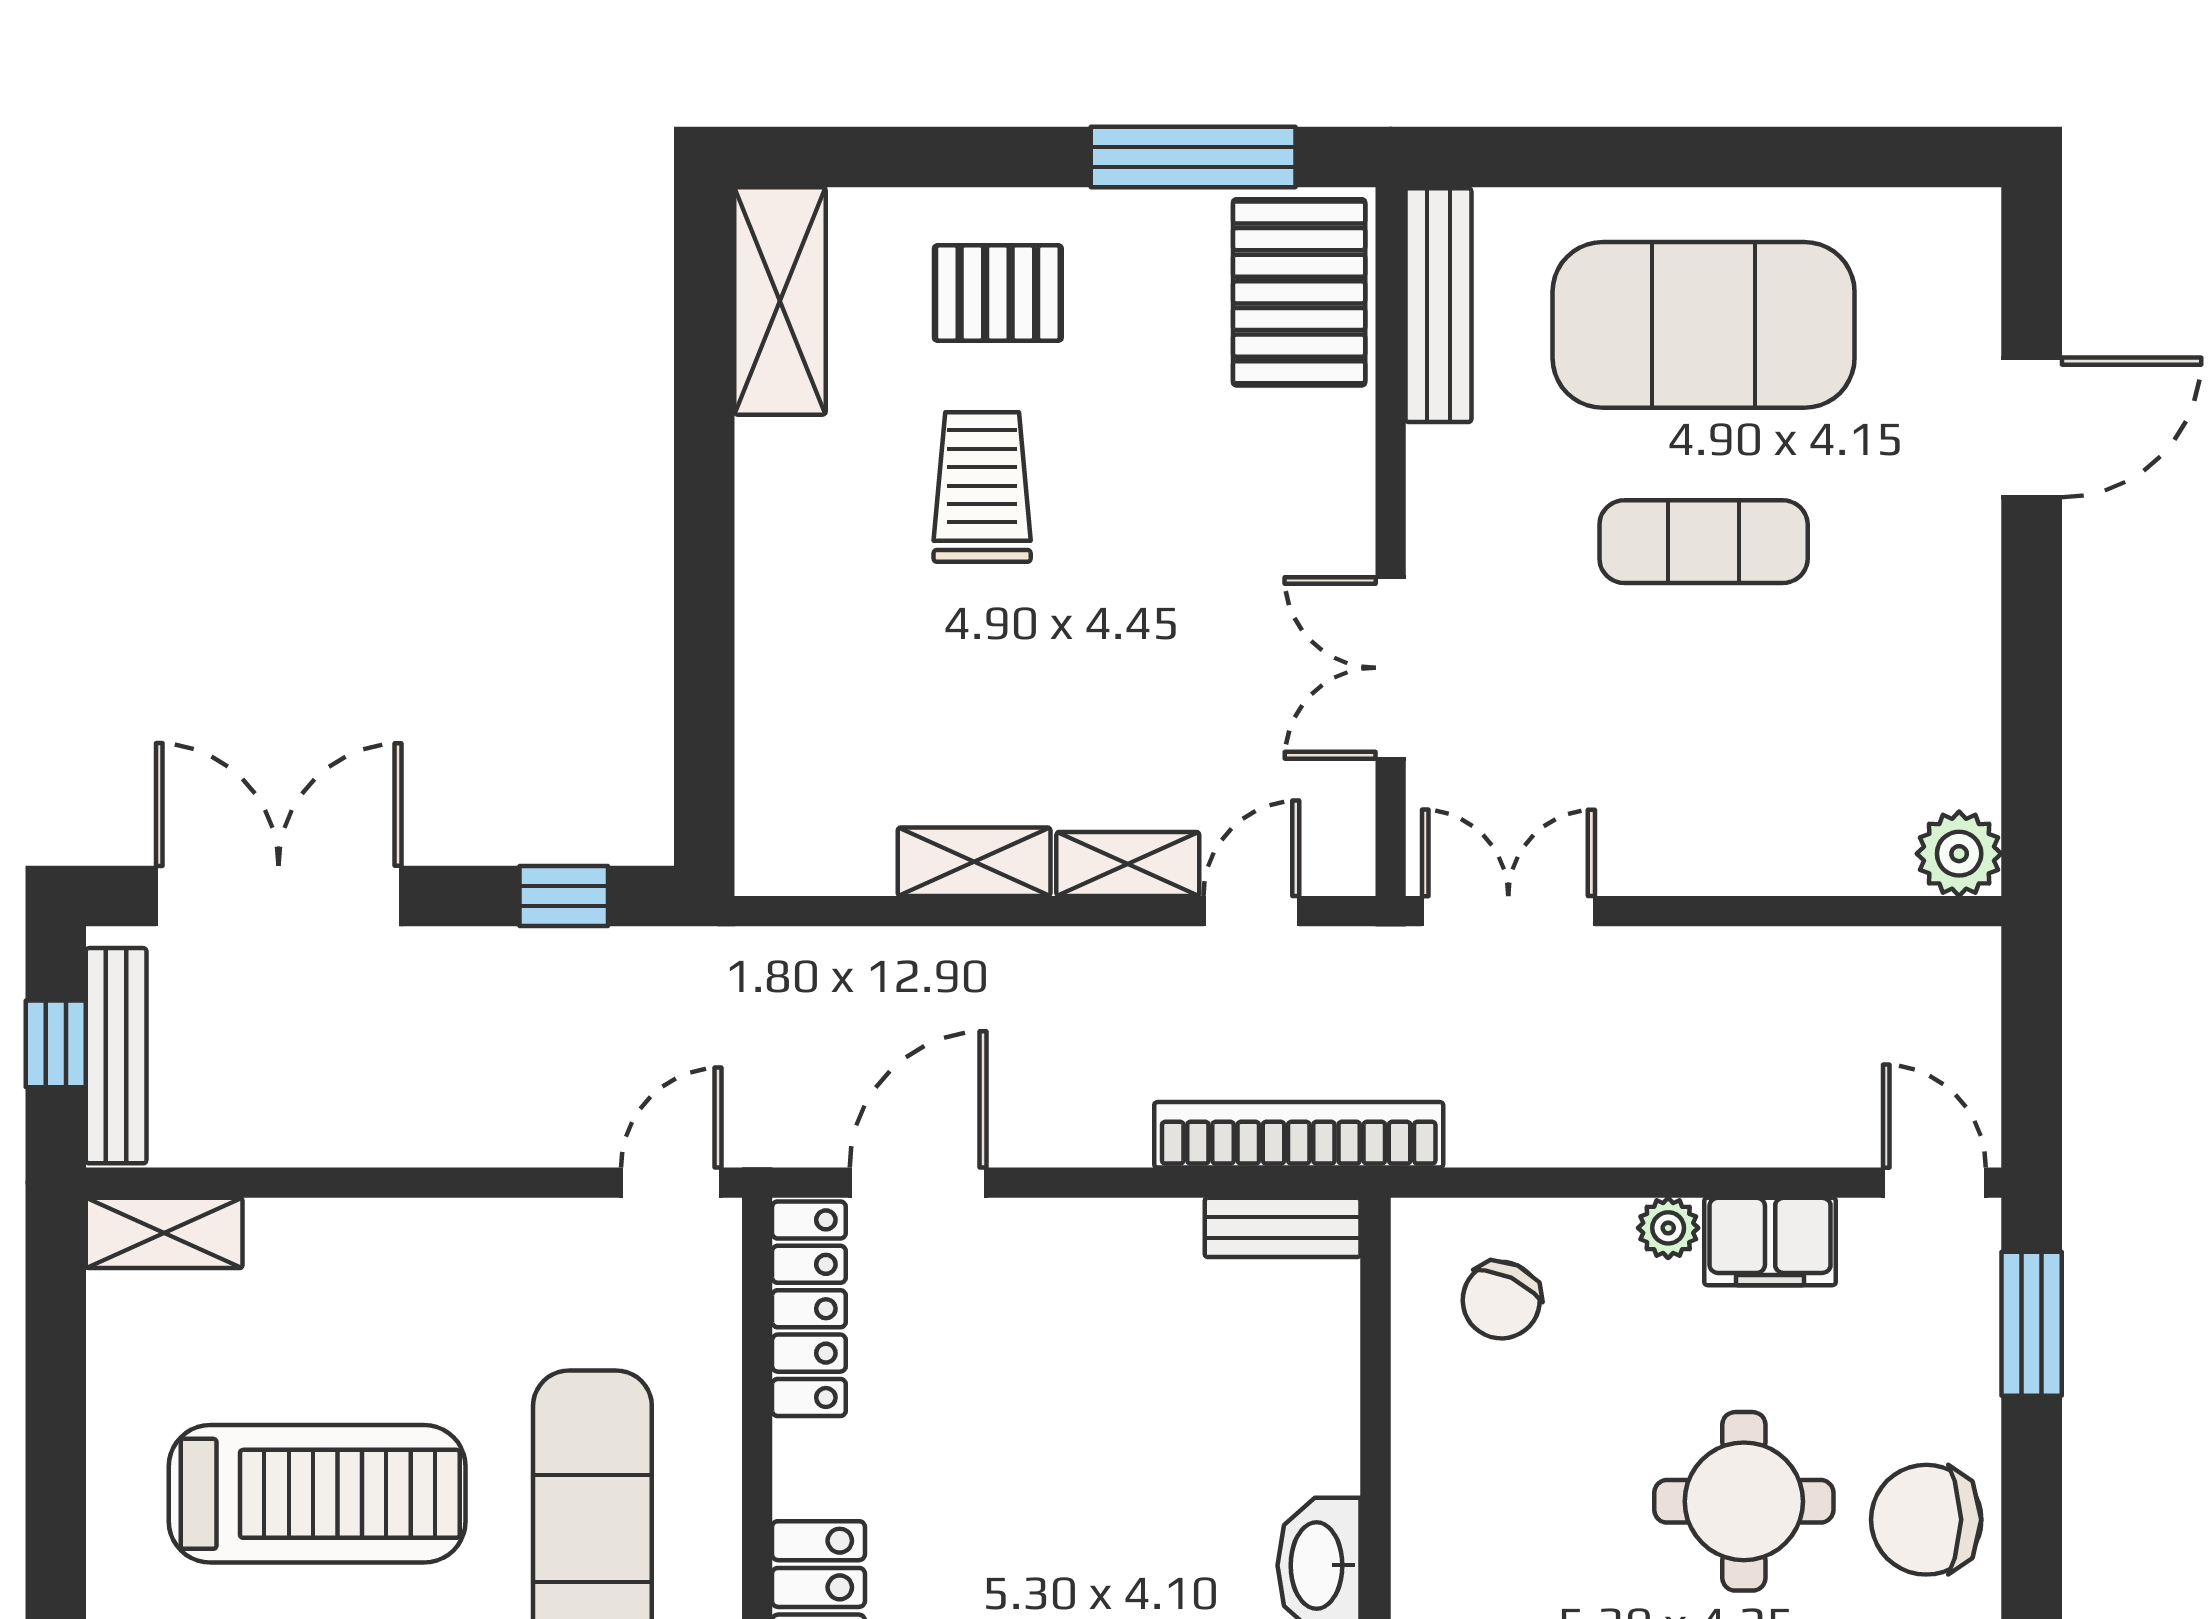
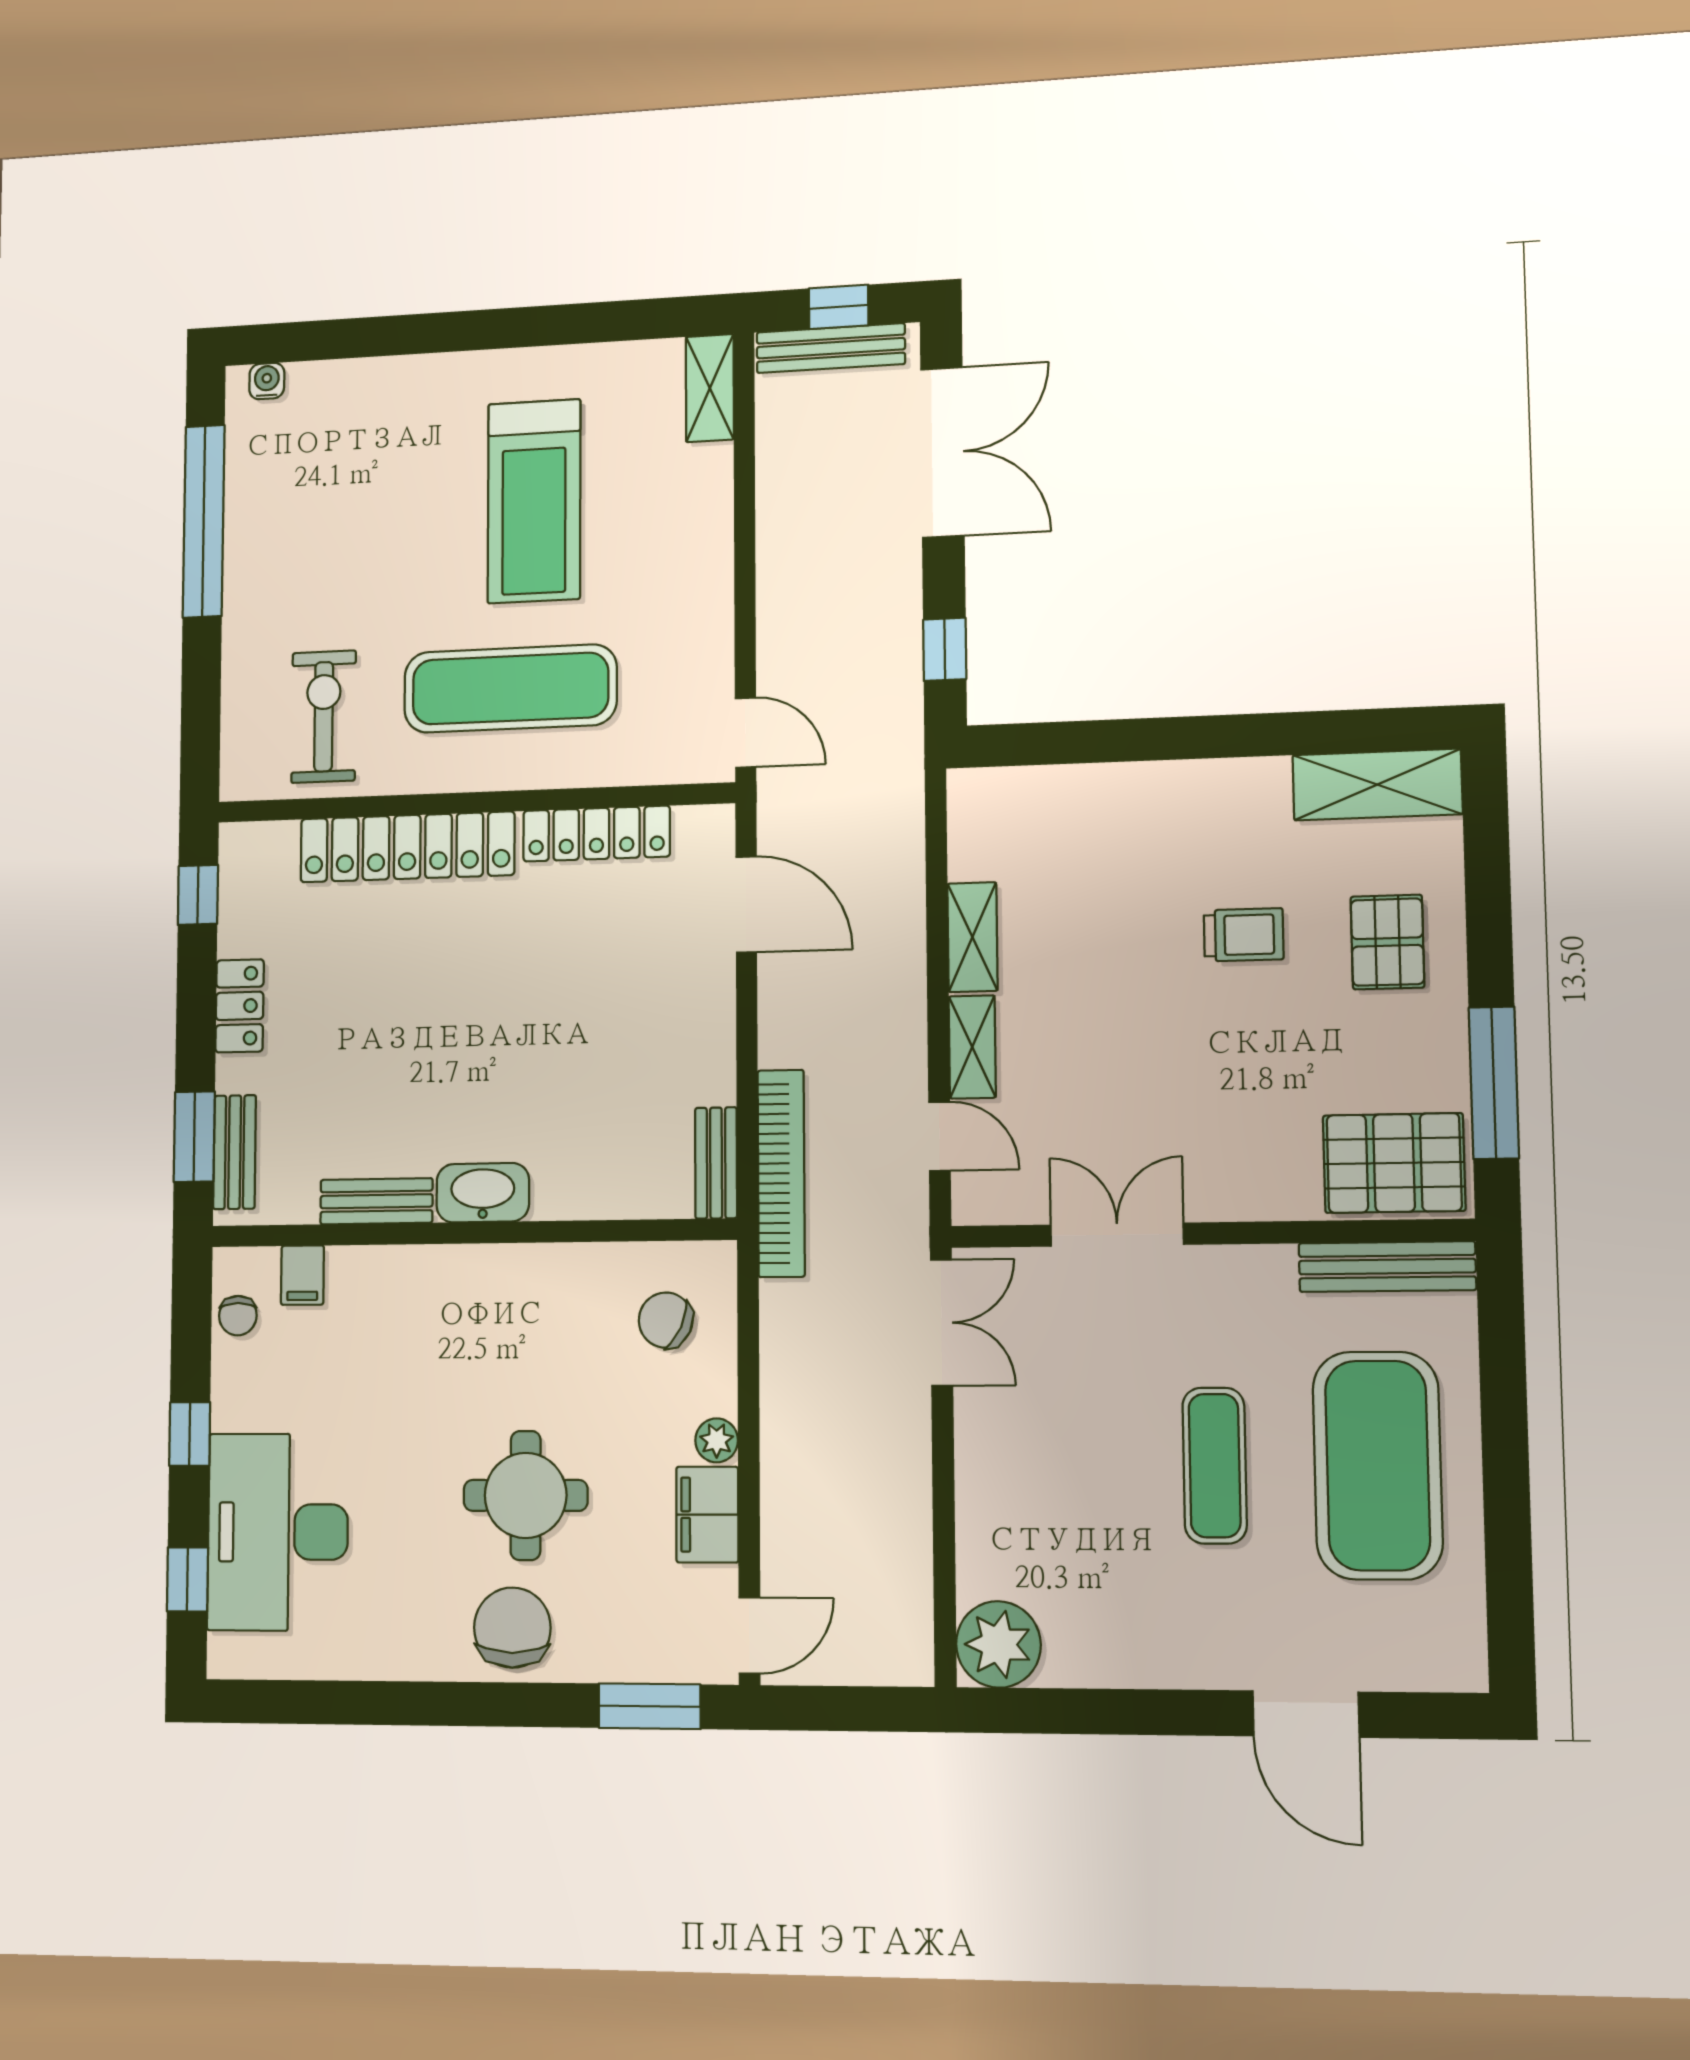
trolley: (982, 487) -> (1244, 935), width x0.73, depth x0.72
plant: (1959, 854) -> (998, 1644), width x1.36, depth x1.36
locker: (809, 1309) -> (596, 834), moved

